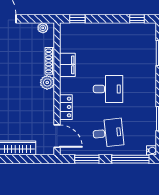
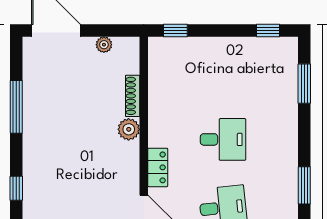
plant: (43, 28) -> (104, 45), moved
filing cabinet: (67, 65) -> (160, 102), removed

